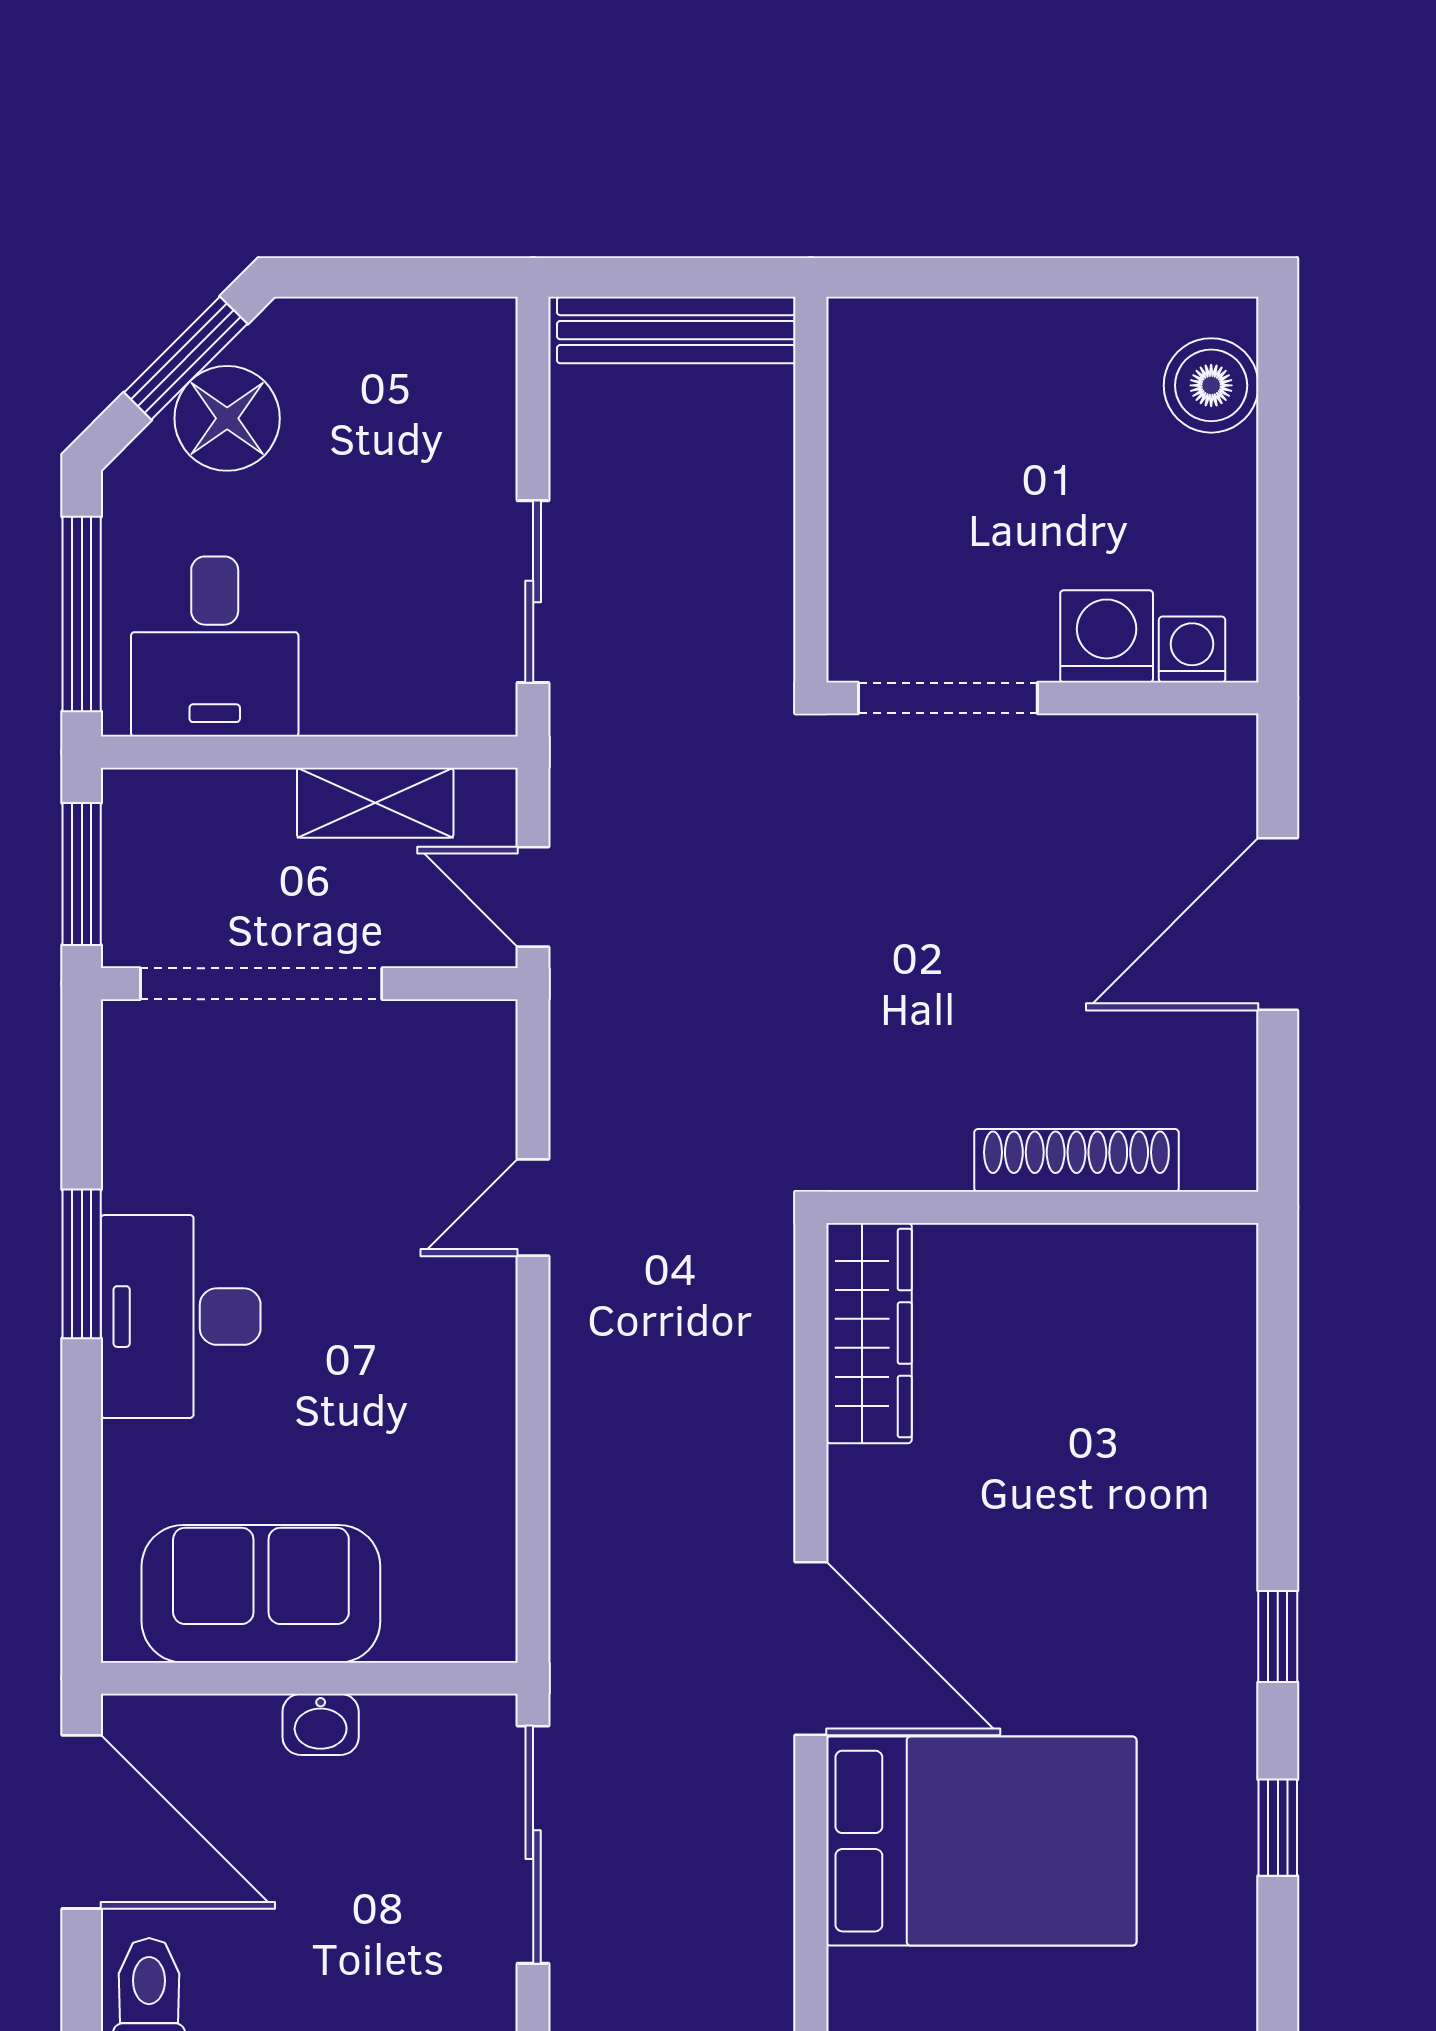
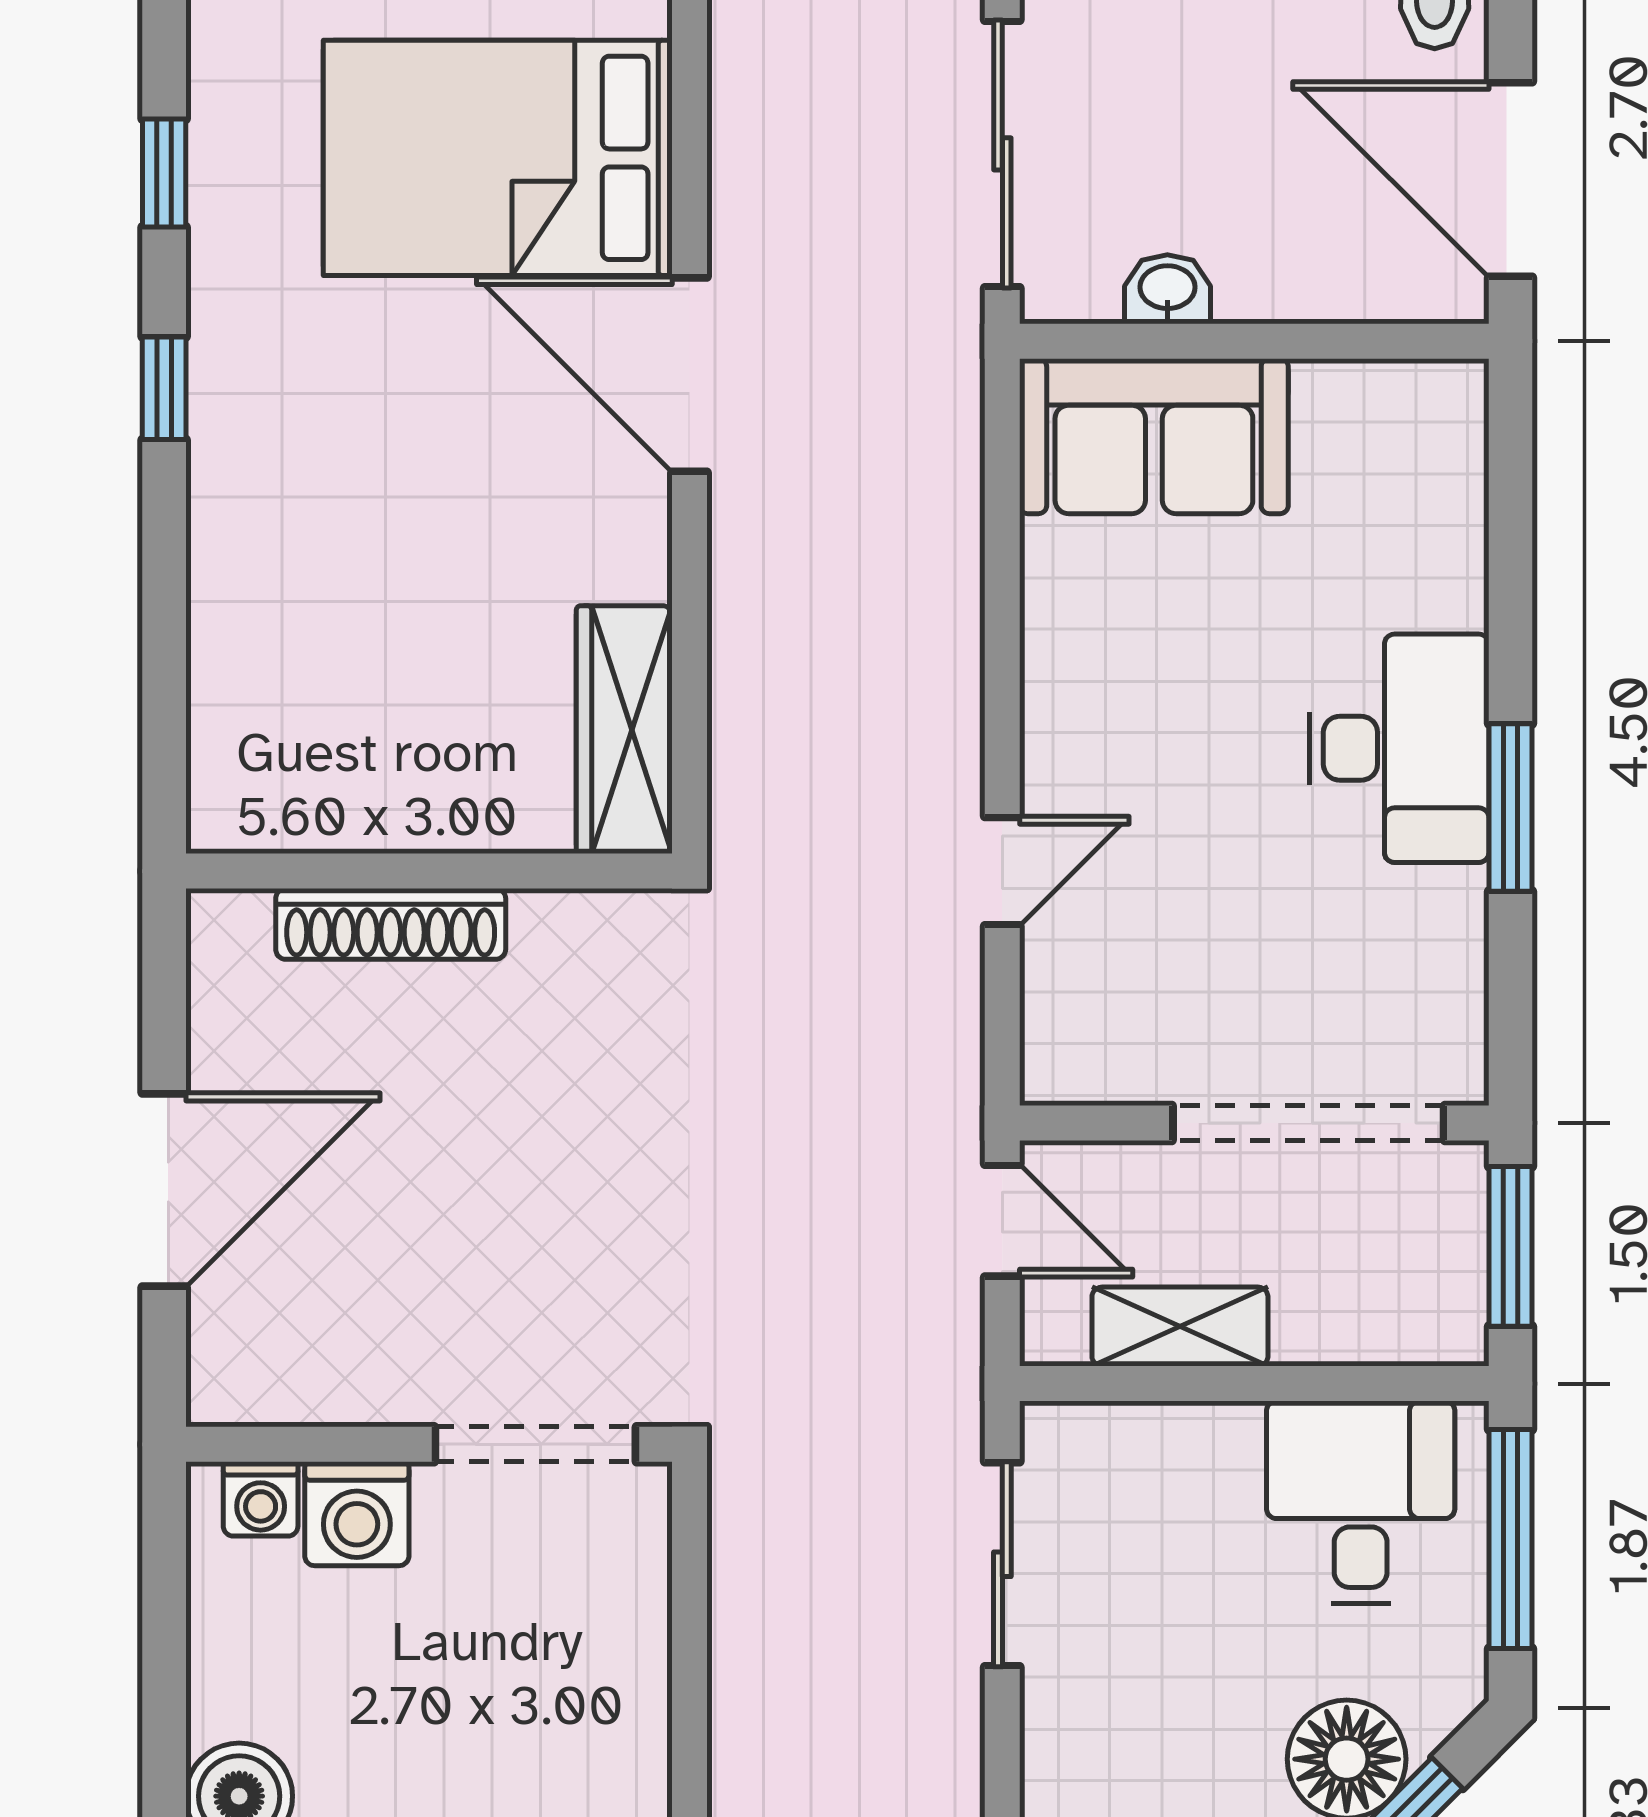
sofa: (261, 1594) -> (1154, 436), moved
washbasin: (321, 1724) -> (1167, 289), moved

